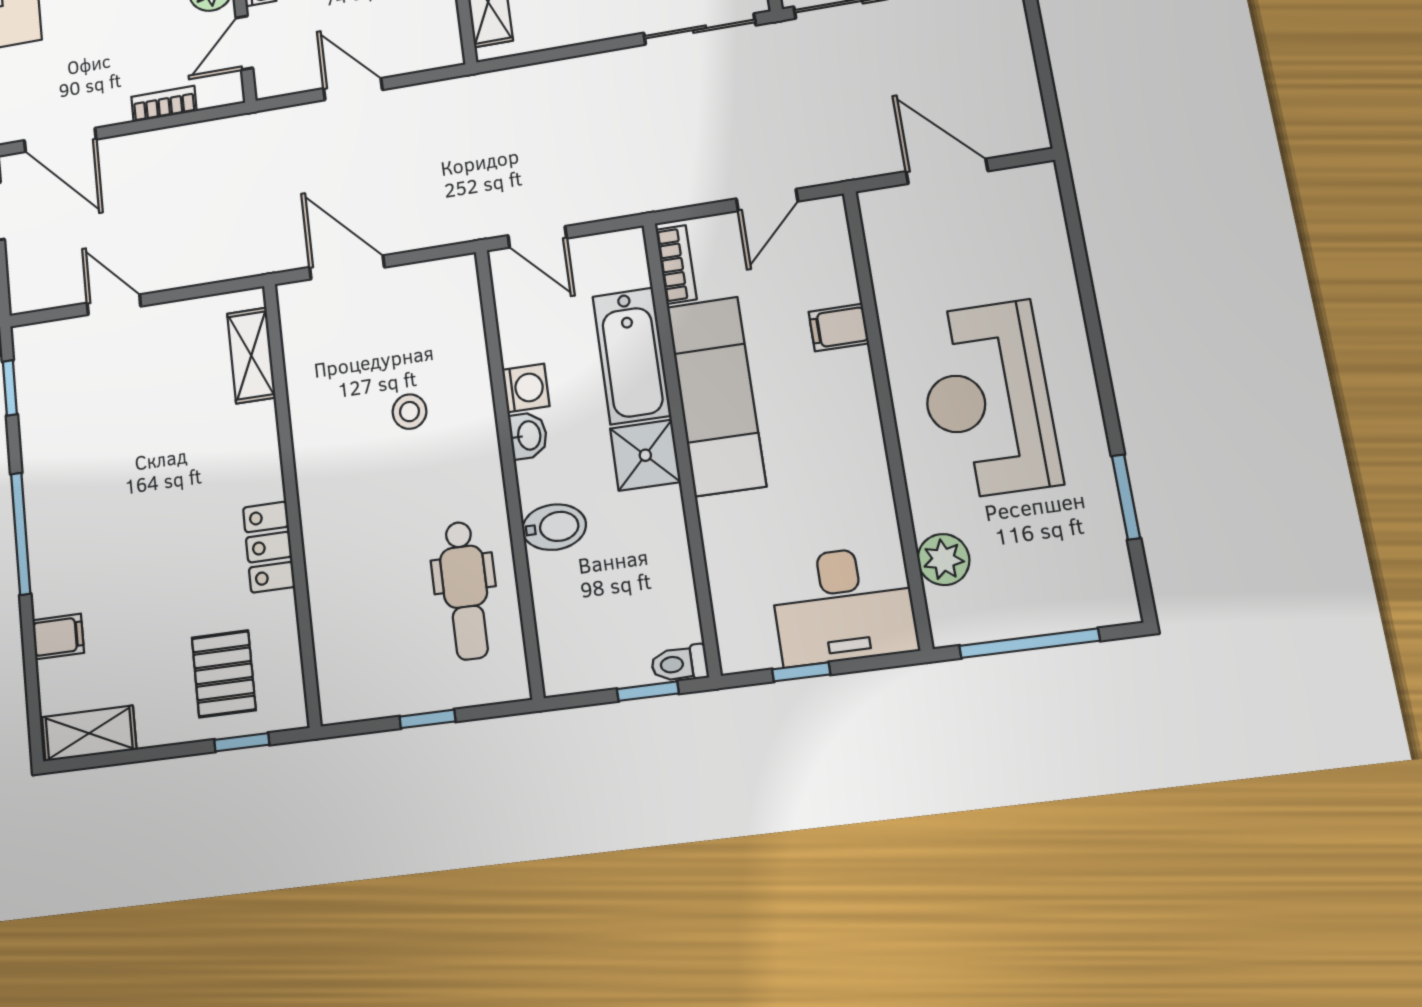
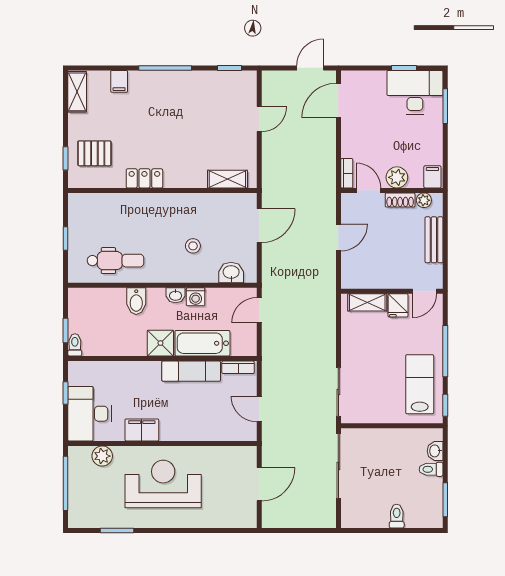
bookcase: (164, 104) -> (347, 173), moved
washbasin: (460, 315) -> (231, 273), added
filing cabinet: (839, 328) -> (142, 430), moved, width x2.00
exam couch: (716, 396) -> (191, 371), width x0.73, depth x0.69
dental chair: (465, 590) -> (115, 261), turned 180

